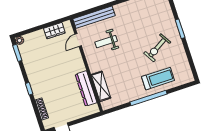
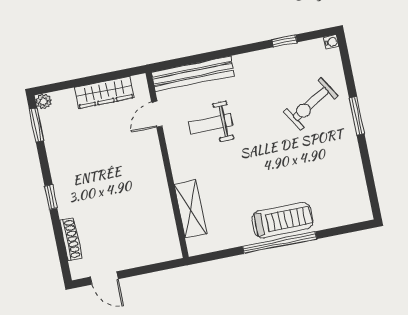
wardrobe: (54, 31) -> (104, 93), width x1.50
exercise bike: (157, 48) -> (311, 104), moved
treadmill: (158, 79) -> (282, 220), moved
dresser: (86, 88) -> (161, 210), removed

